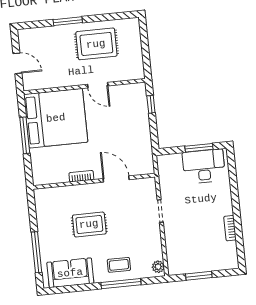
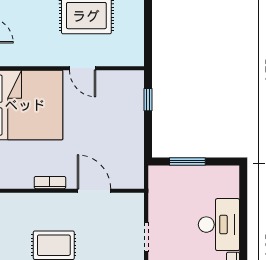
window: (199, 148) -> (187, 162), moved
desk: (204, 166) -> (219, 225), moved, turned 90

